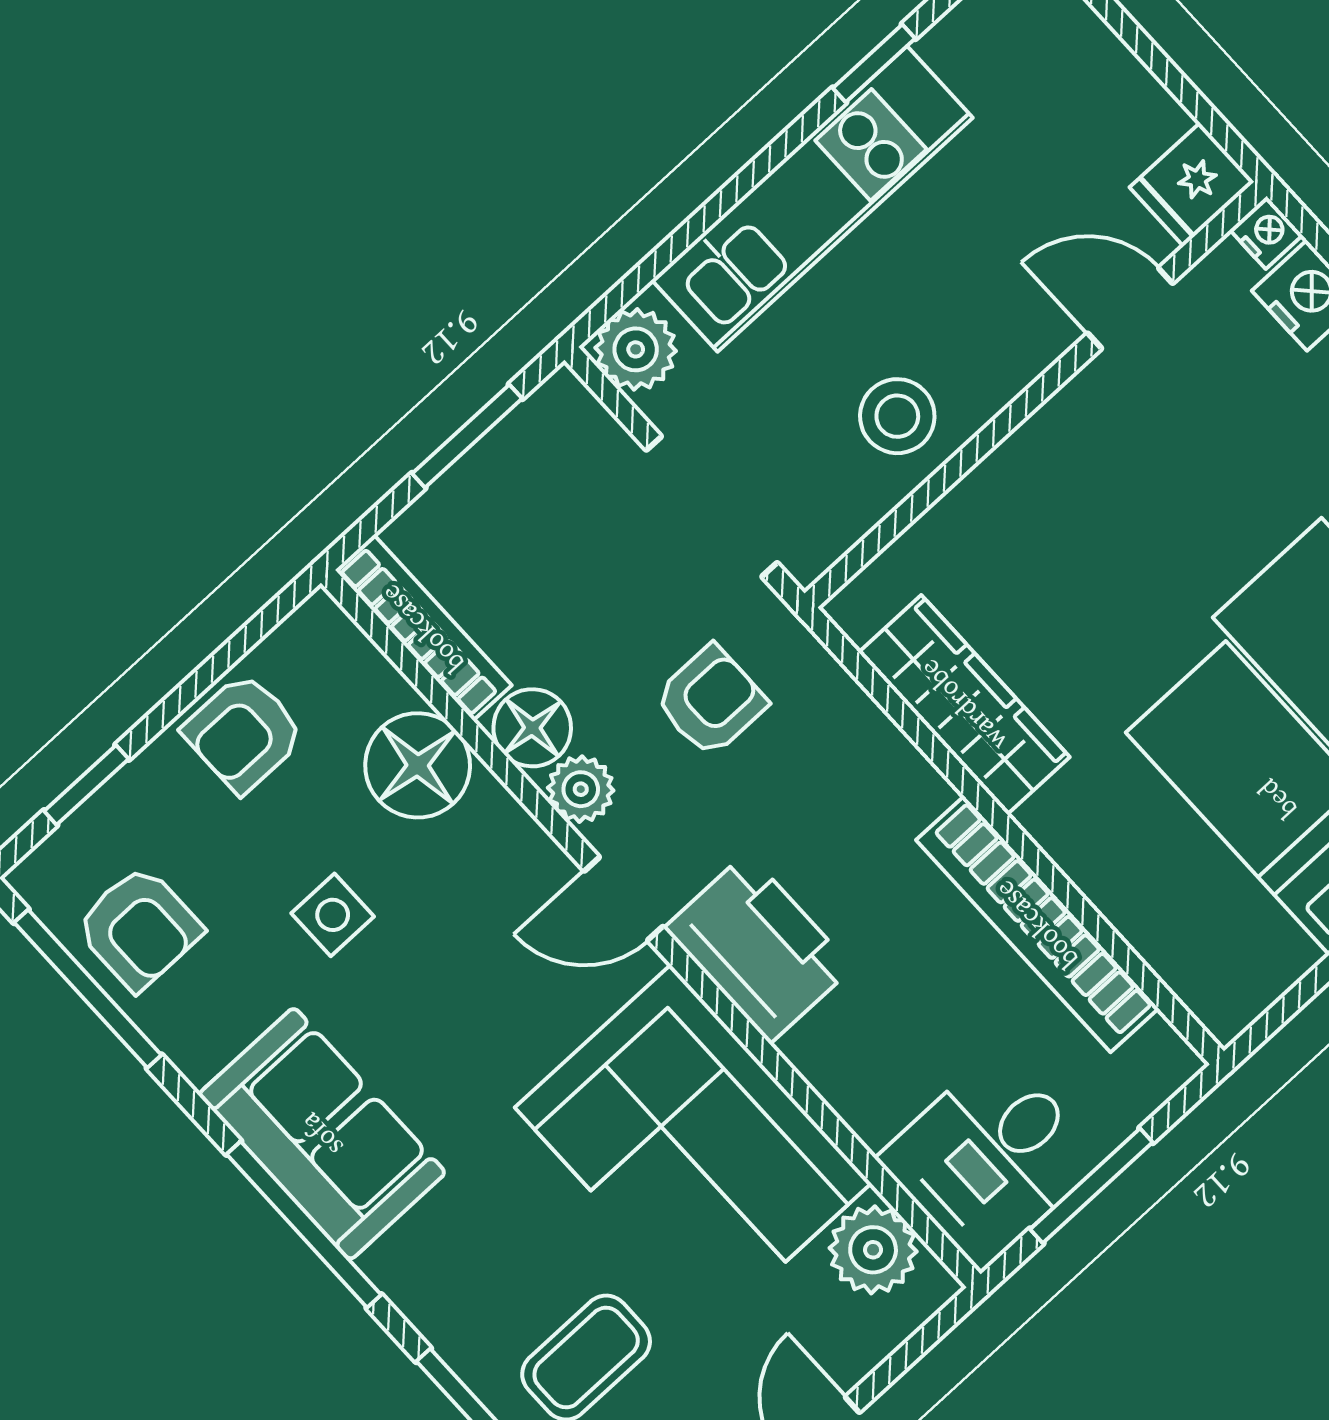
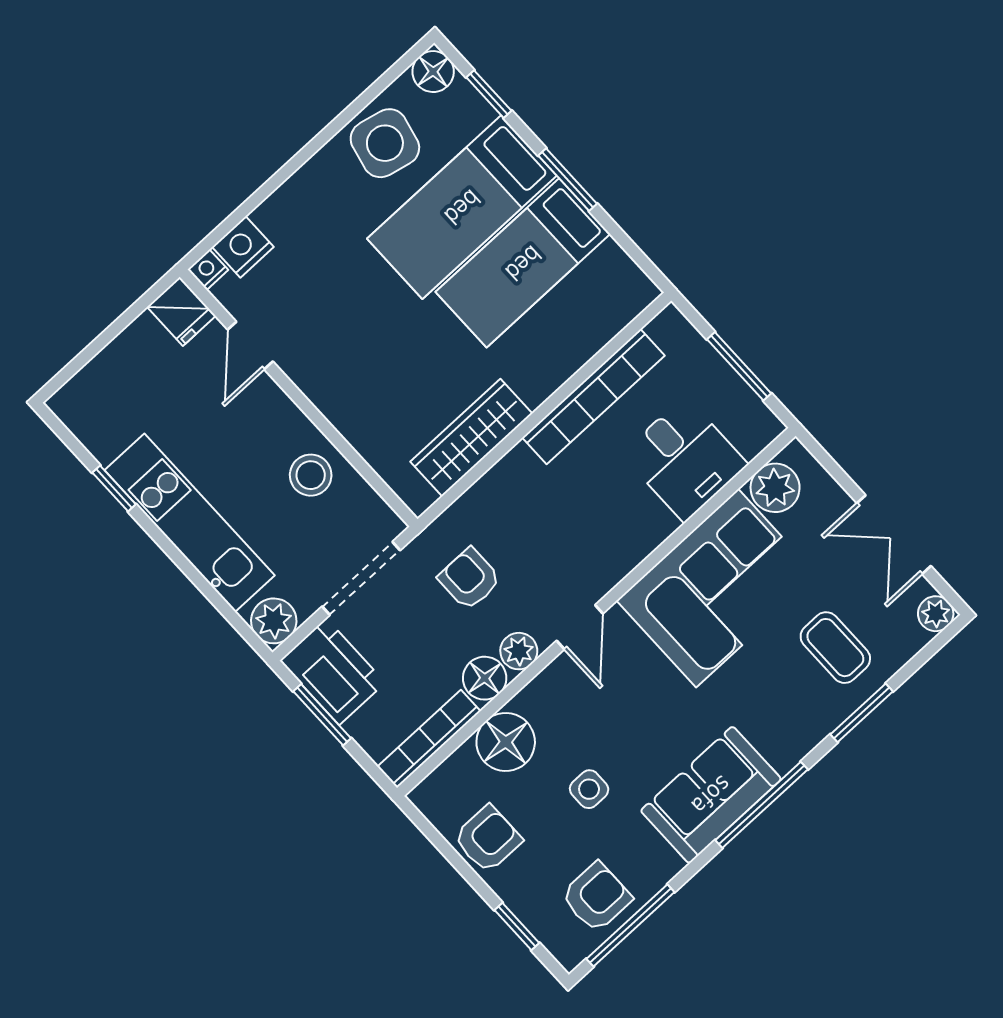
armchair: (244, 733) -> (488, 839), turned -90
printer: (758, 948) -> (333, 672), moved, turned 90
desk: (990, 1159) -> (685, 459), moved

